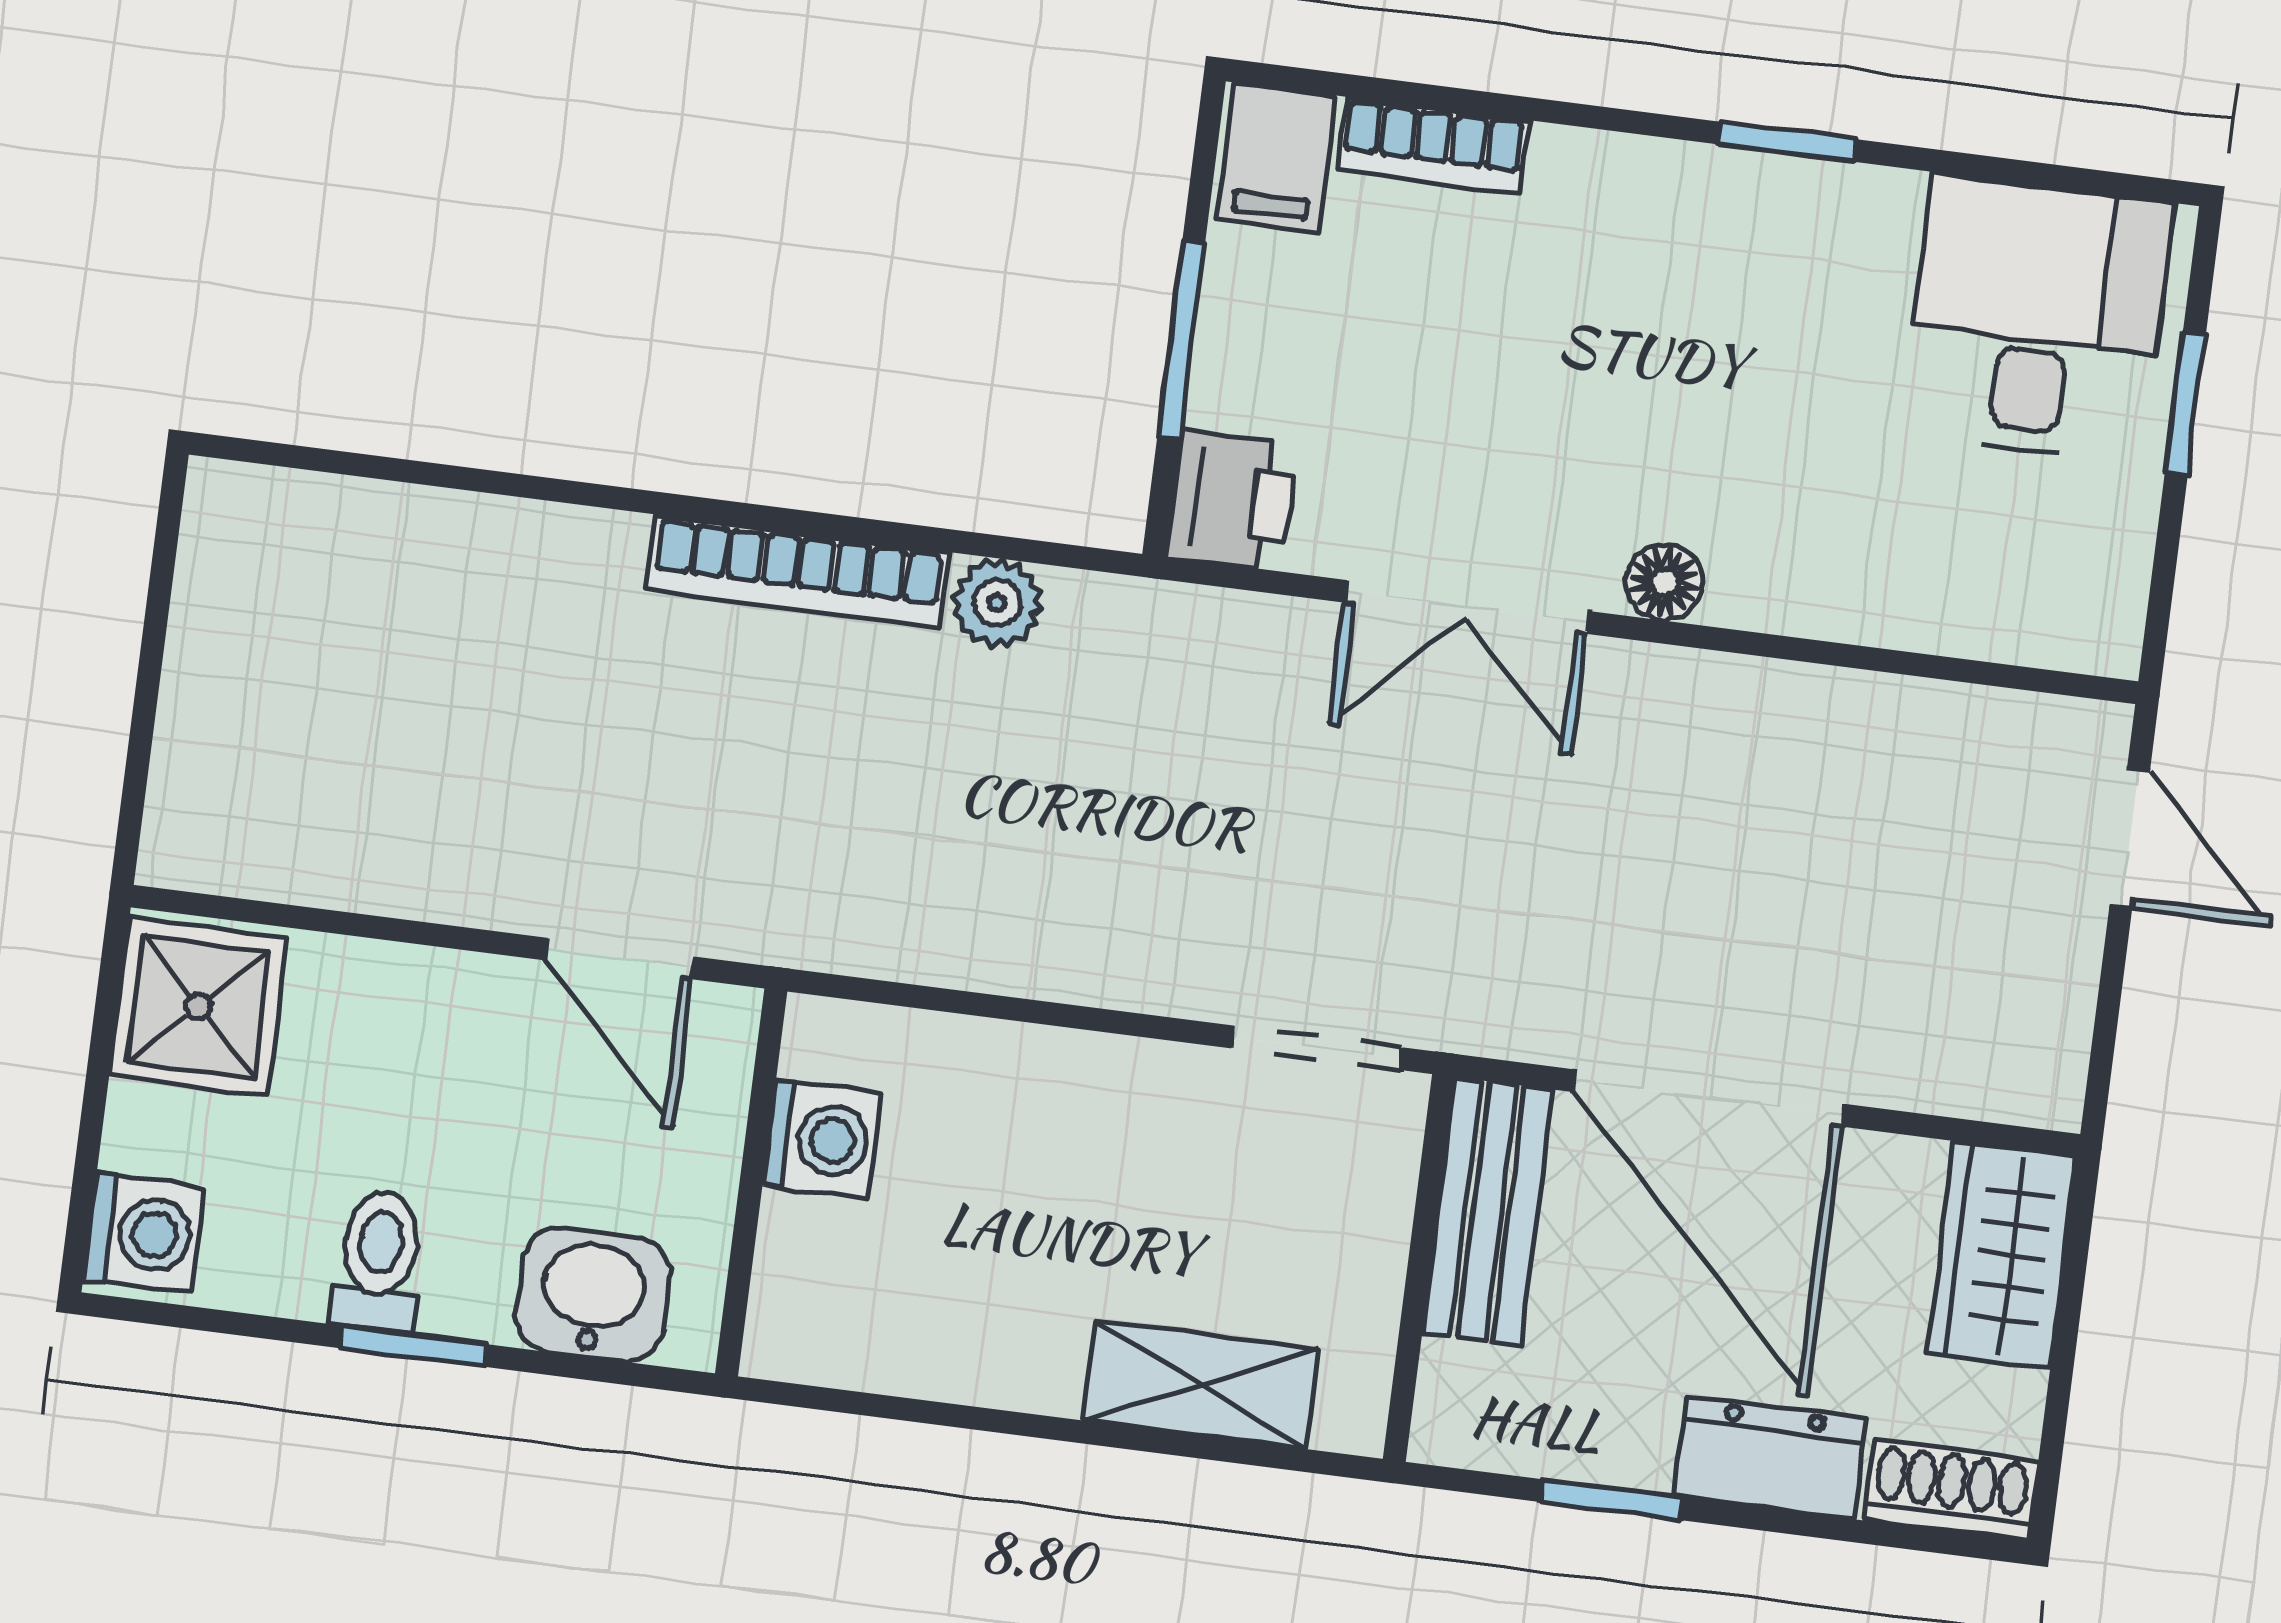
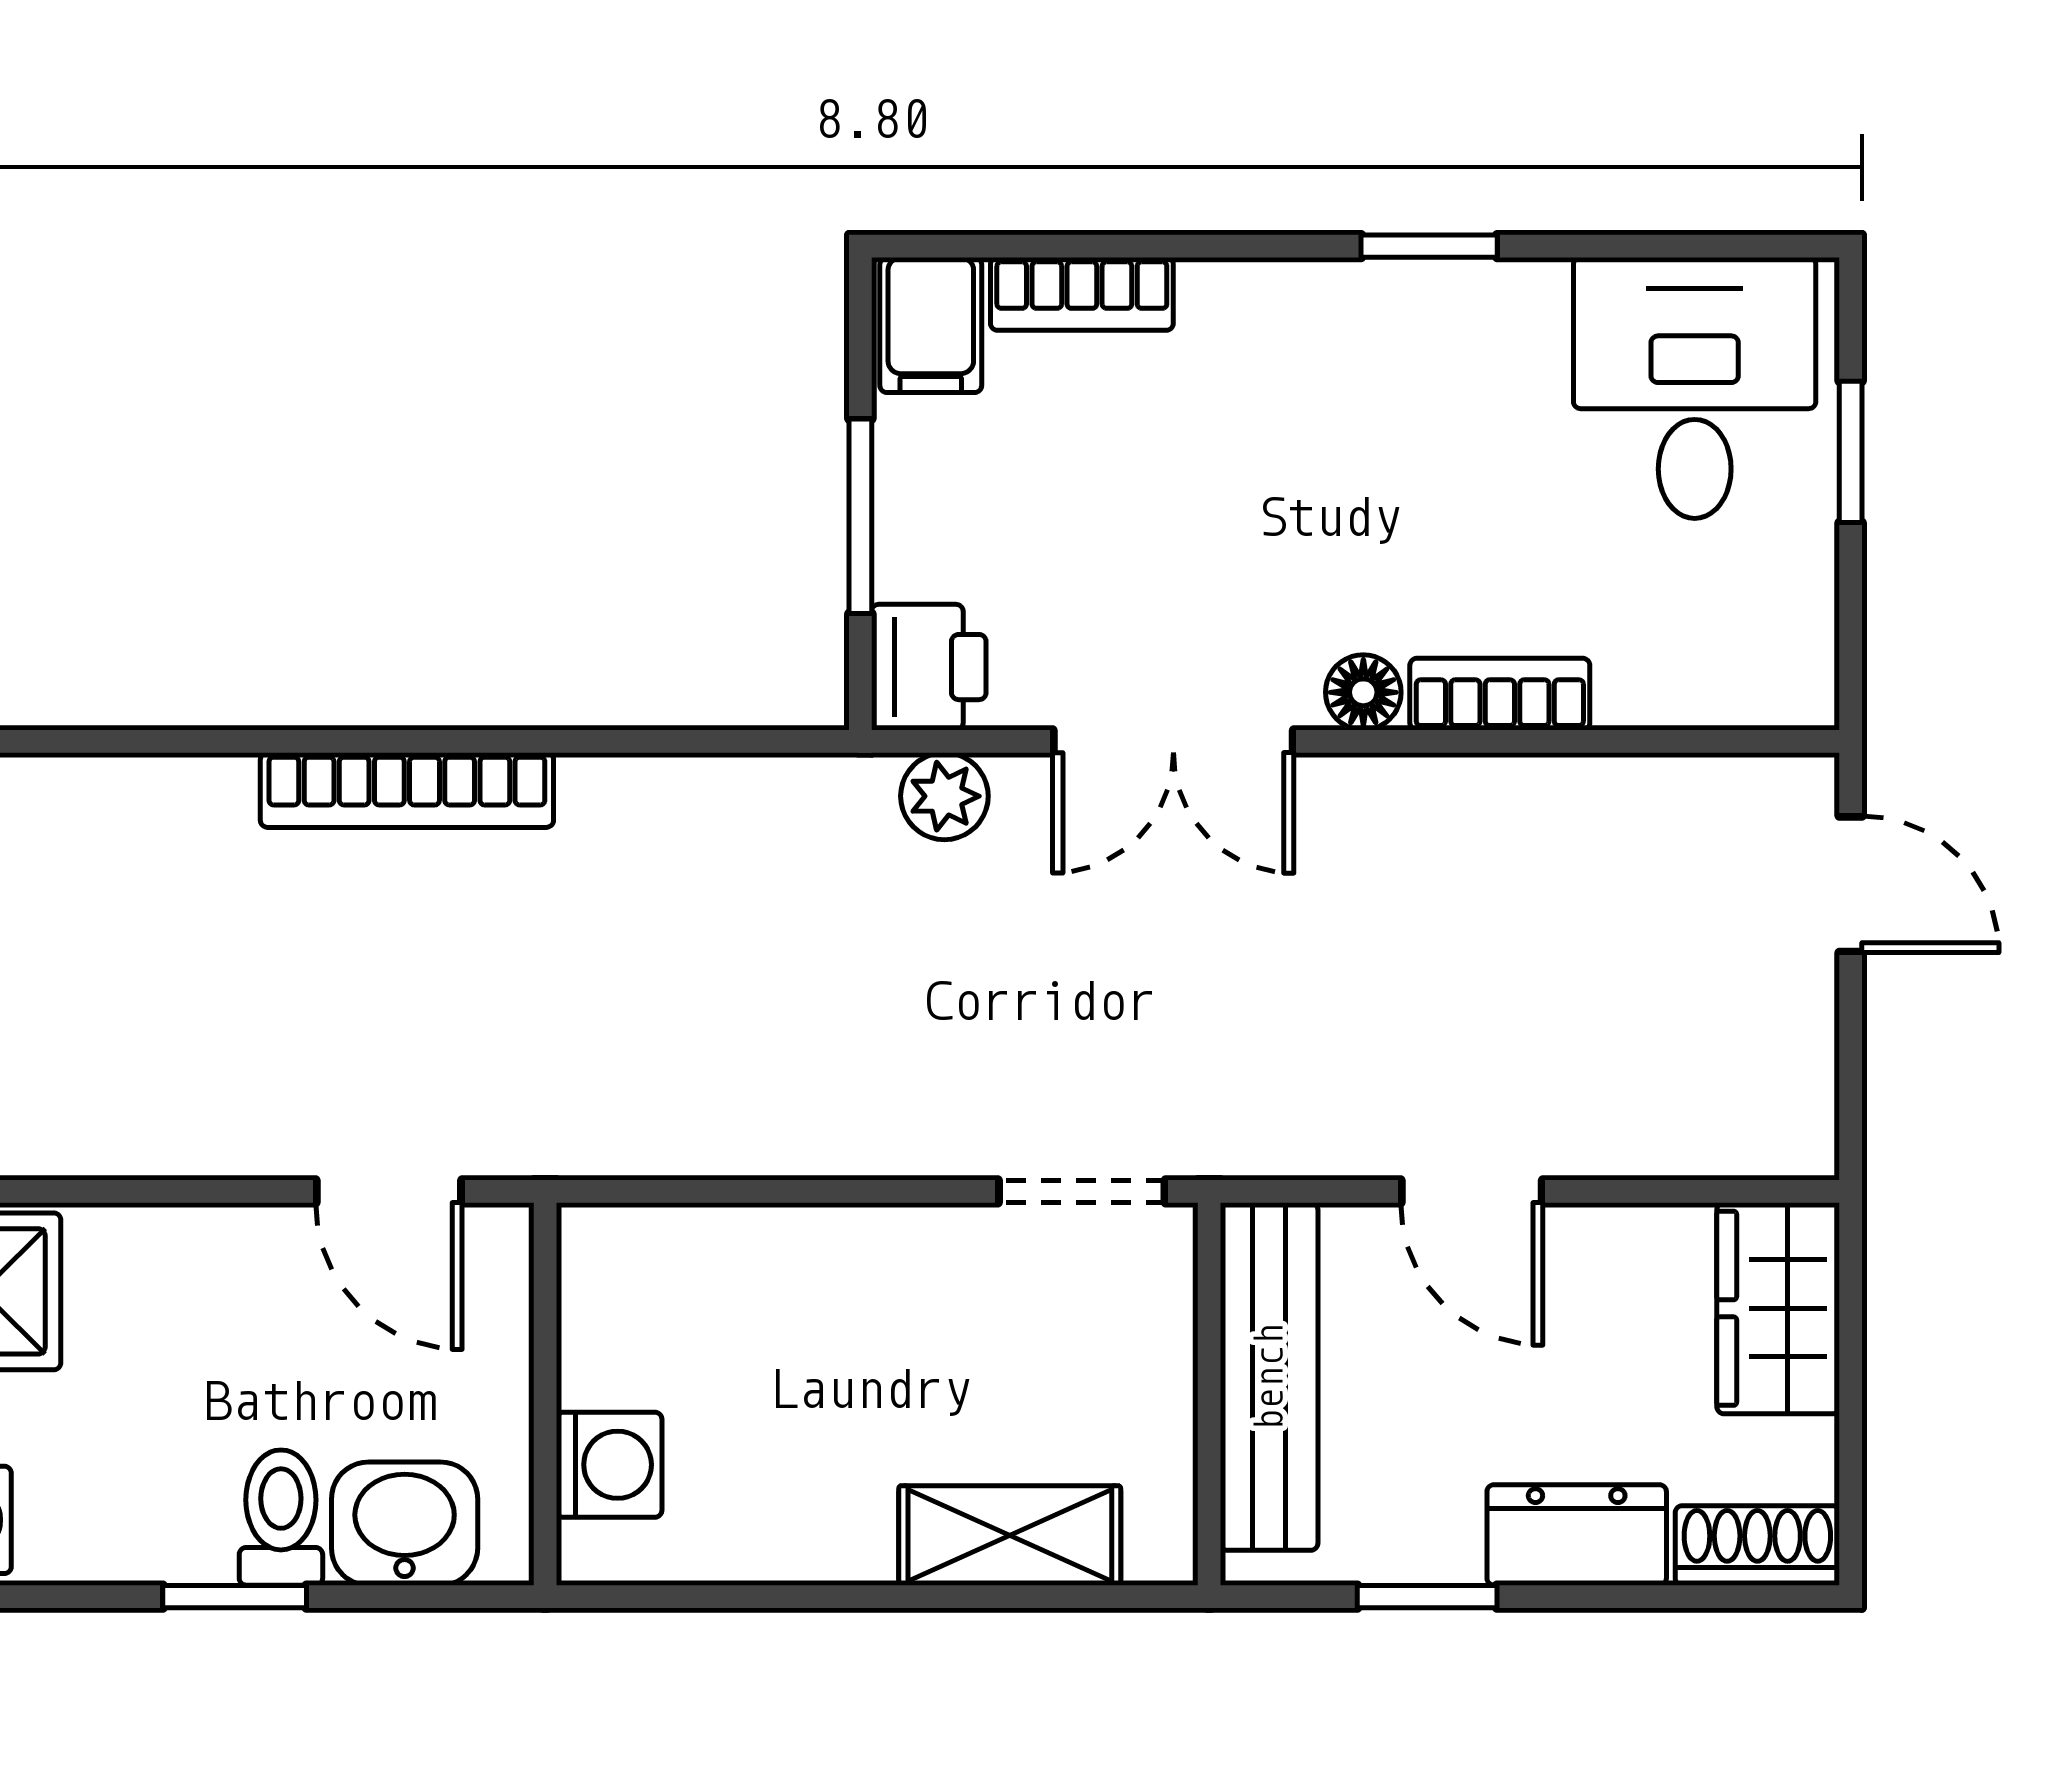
bookcase: (798, 571) -> (407, 790), moved
bookcase: (1801, 602) -> (1500, 694), added
plant: (997, 603) -> (944, 796), moved
door: (1709, 1098) -> (1472, 1191), width x0.53
washing machine: (822, 1139) -> (609, 1465), moved
bench: (1487, 1211) -> (1269, 1377), width x1.36
toilet: (379, 1261) -> (281, 1518), moved

